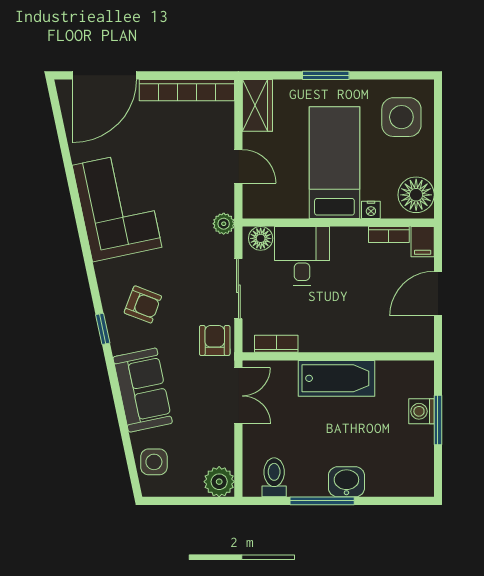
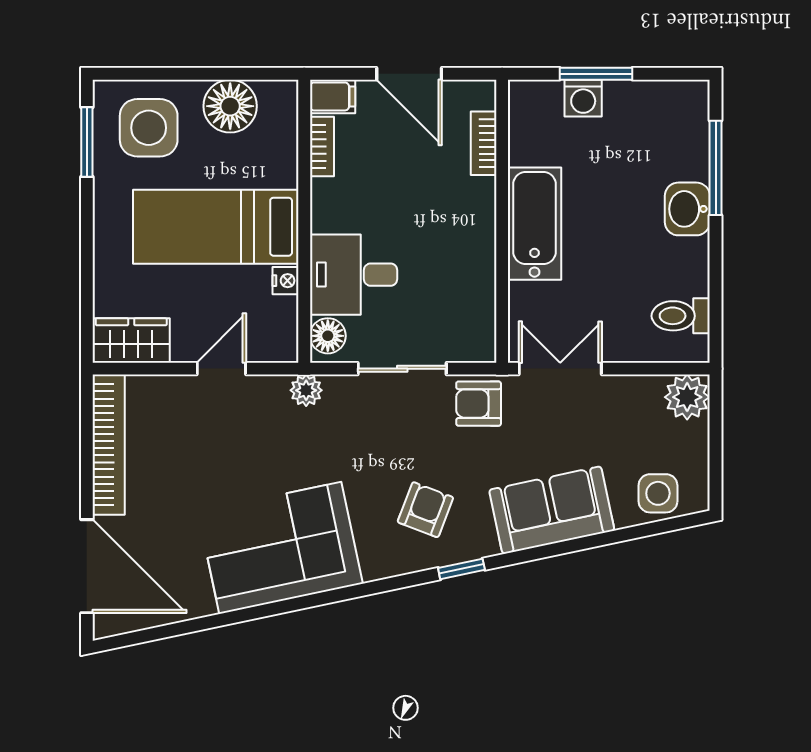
window: (326, 75) -> (87, 142), moved
floor lamp: (416, 195) -> (230, 106), moved
nightstand: (371, 210) -> (286, 281), moved
bookcase: (276, 344) -> (484, 143), moved
window: (322, 501) -> (716, 168), moved

